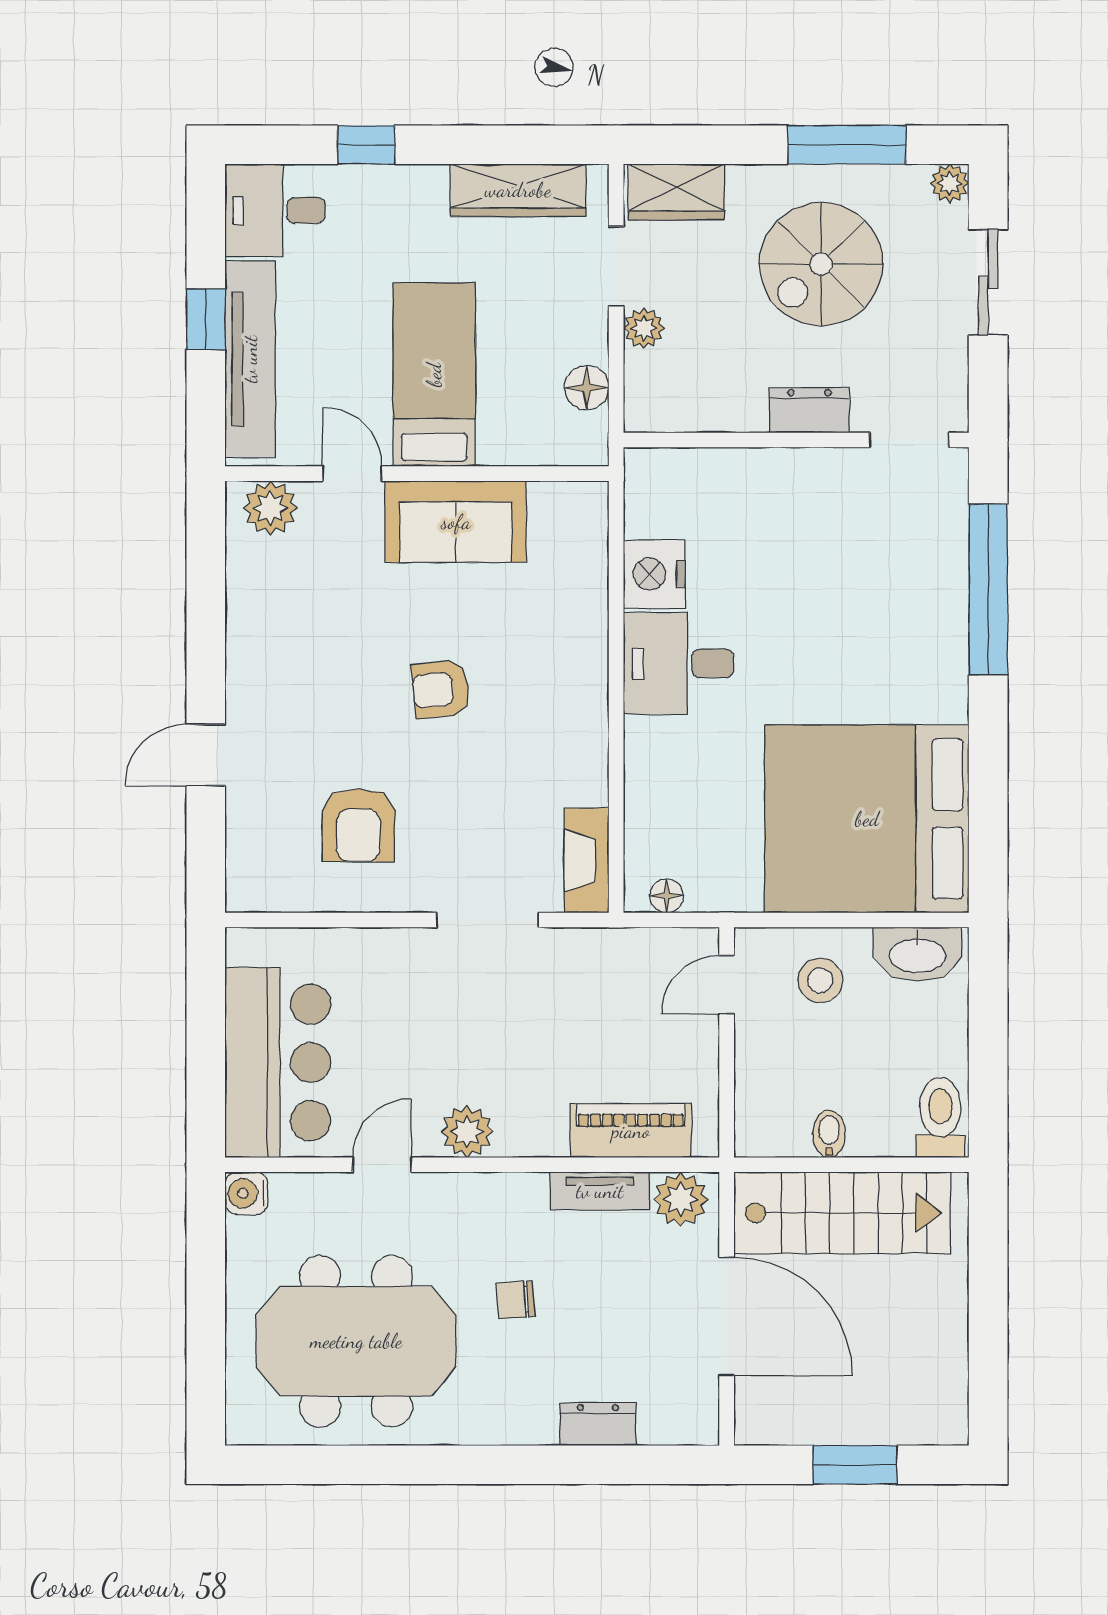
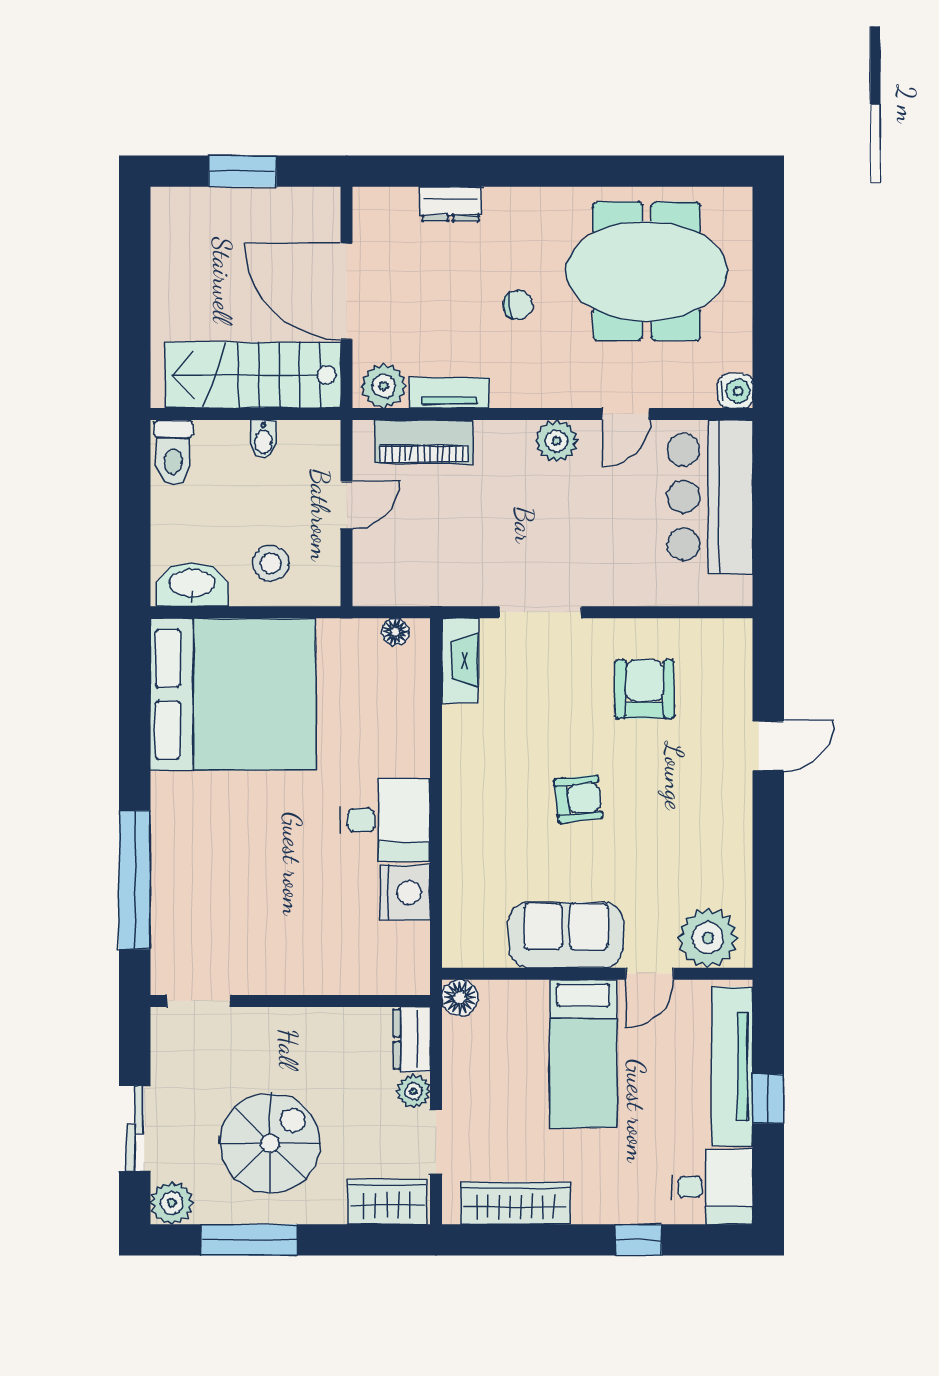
plant: (950, 183) -> (172, 1203), width x1.38, depth x1.38
floor lamp: (587, 388) -> (460, 998), moved
dresser: (809, 410) -> (412, 1039), moved, turned 90
door: (352, 474) -> (650, 974), hinge flipped
plant: (270, 508) -> (708, 938), width x1.36, depth x1.36
door: (727, 985) -> (347, 505), moved

